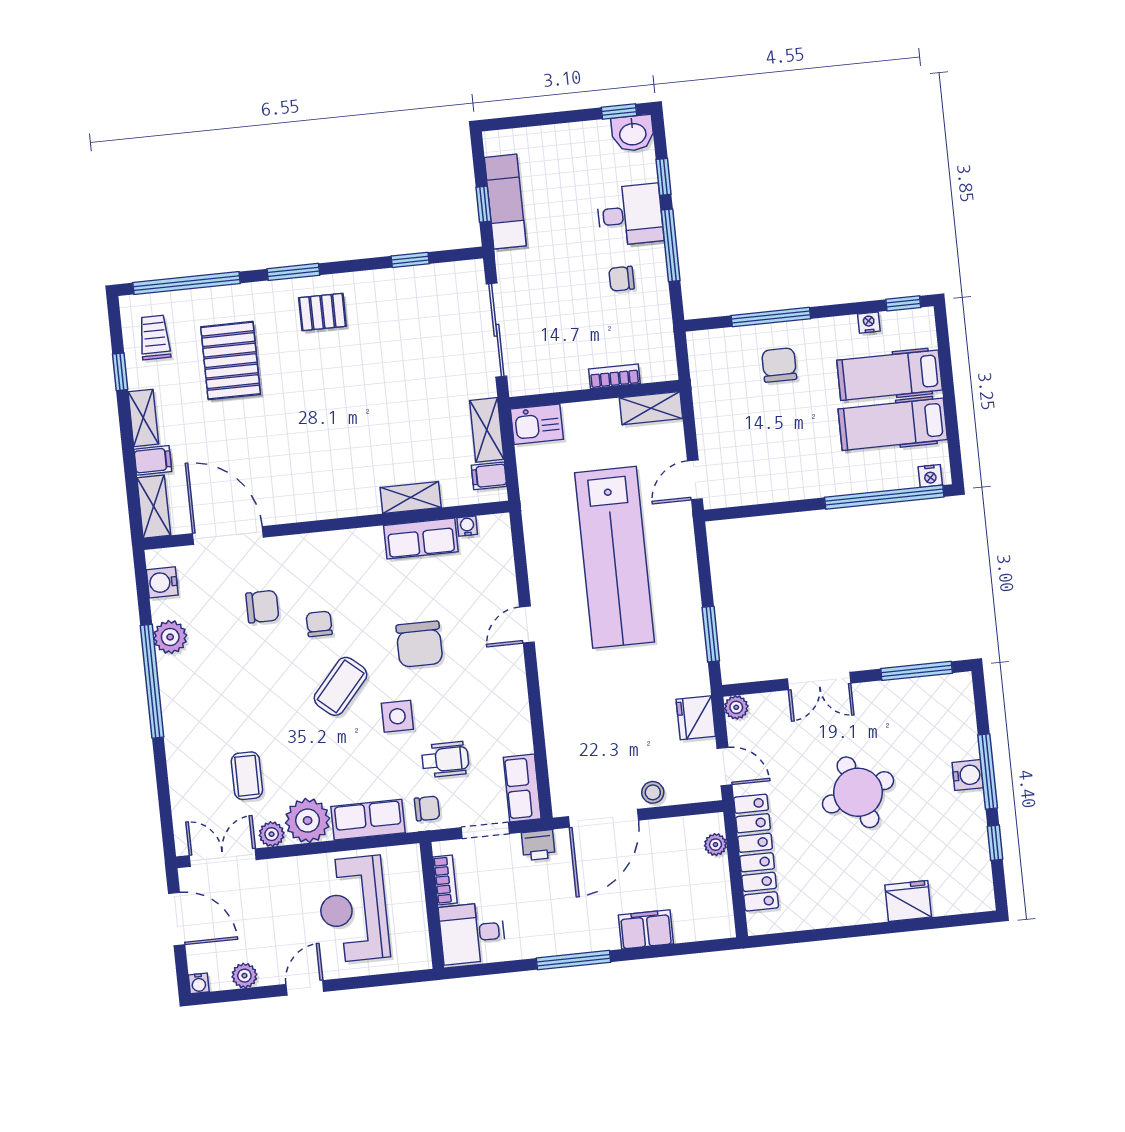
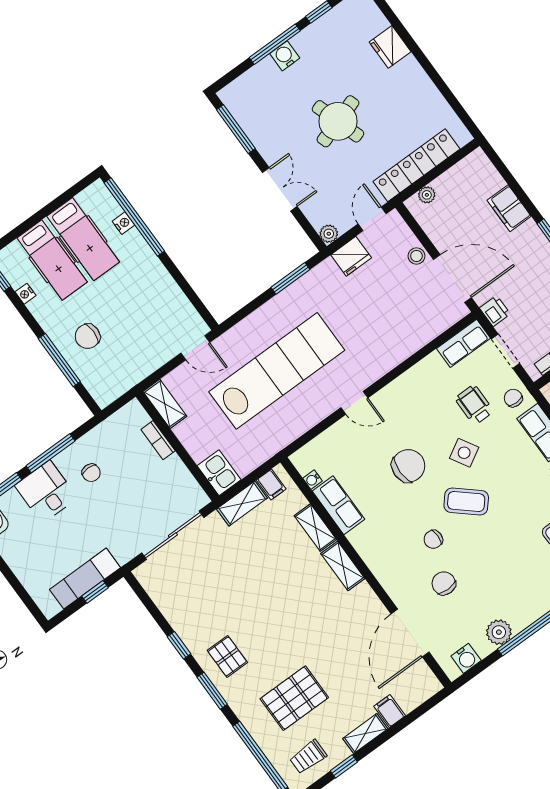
window: (410, 260) -> (179, 645), moved
nightstand: (930, 476) -> (123, 223), moved
shelving: (154, 507) -> (343, 566), moved, turned 90
side table: (397, 716) -> (464, 453), turned -30

